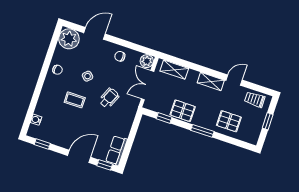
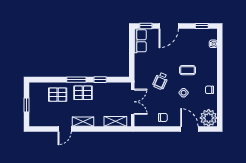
door: (95, 33) -> (189, 129), swing flipped
plant: (147, 61) -> (140, 121), removed
trolley: (255, 99) -> (43, 119), removed
pallet: (183, 111) -> (83, 93), moved
window: (164, 118) -> (100, 80), moved

